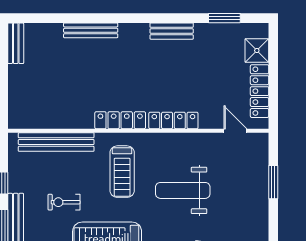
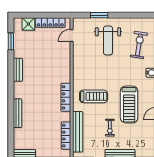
locker: (173, 120) -> (66, 136), moved
weight bench: (183, 190) -> (108, 40), moved

